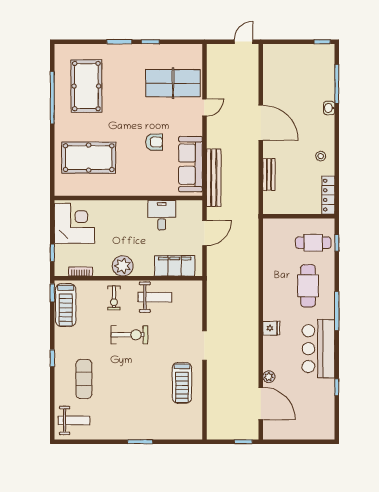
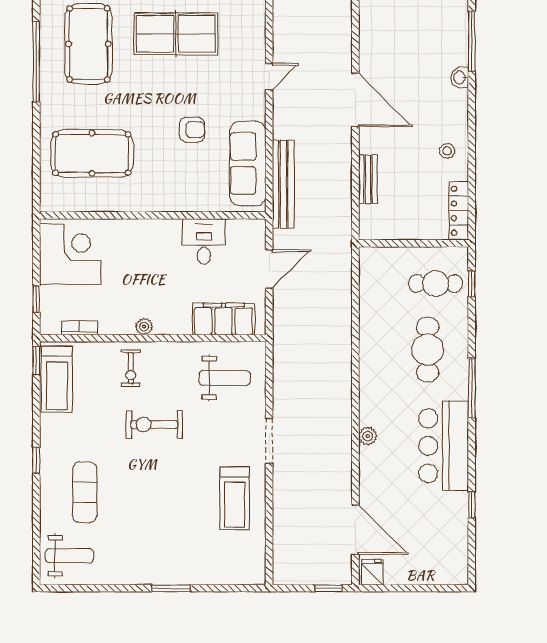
table tennis table: (173, 83) -> (176, 34), moved
plant: (123, 266) -> (144, 327), width x0.53, depth x0.53
weight bench: (155, 297) -> (225, 378), moved
fridge: (271, 328) -> (372, 572), moved, turned -90
exercise bike: (129, 335) -> (154, 425), turned 180
plant: (269, 377) -> (368, 436), moved

